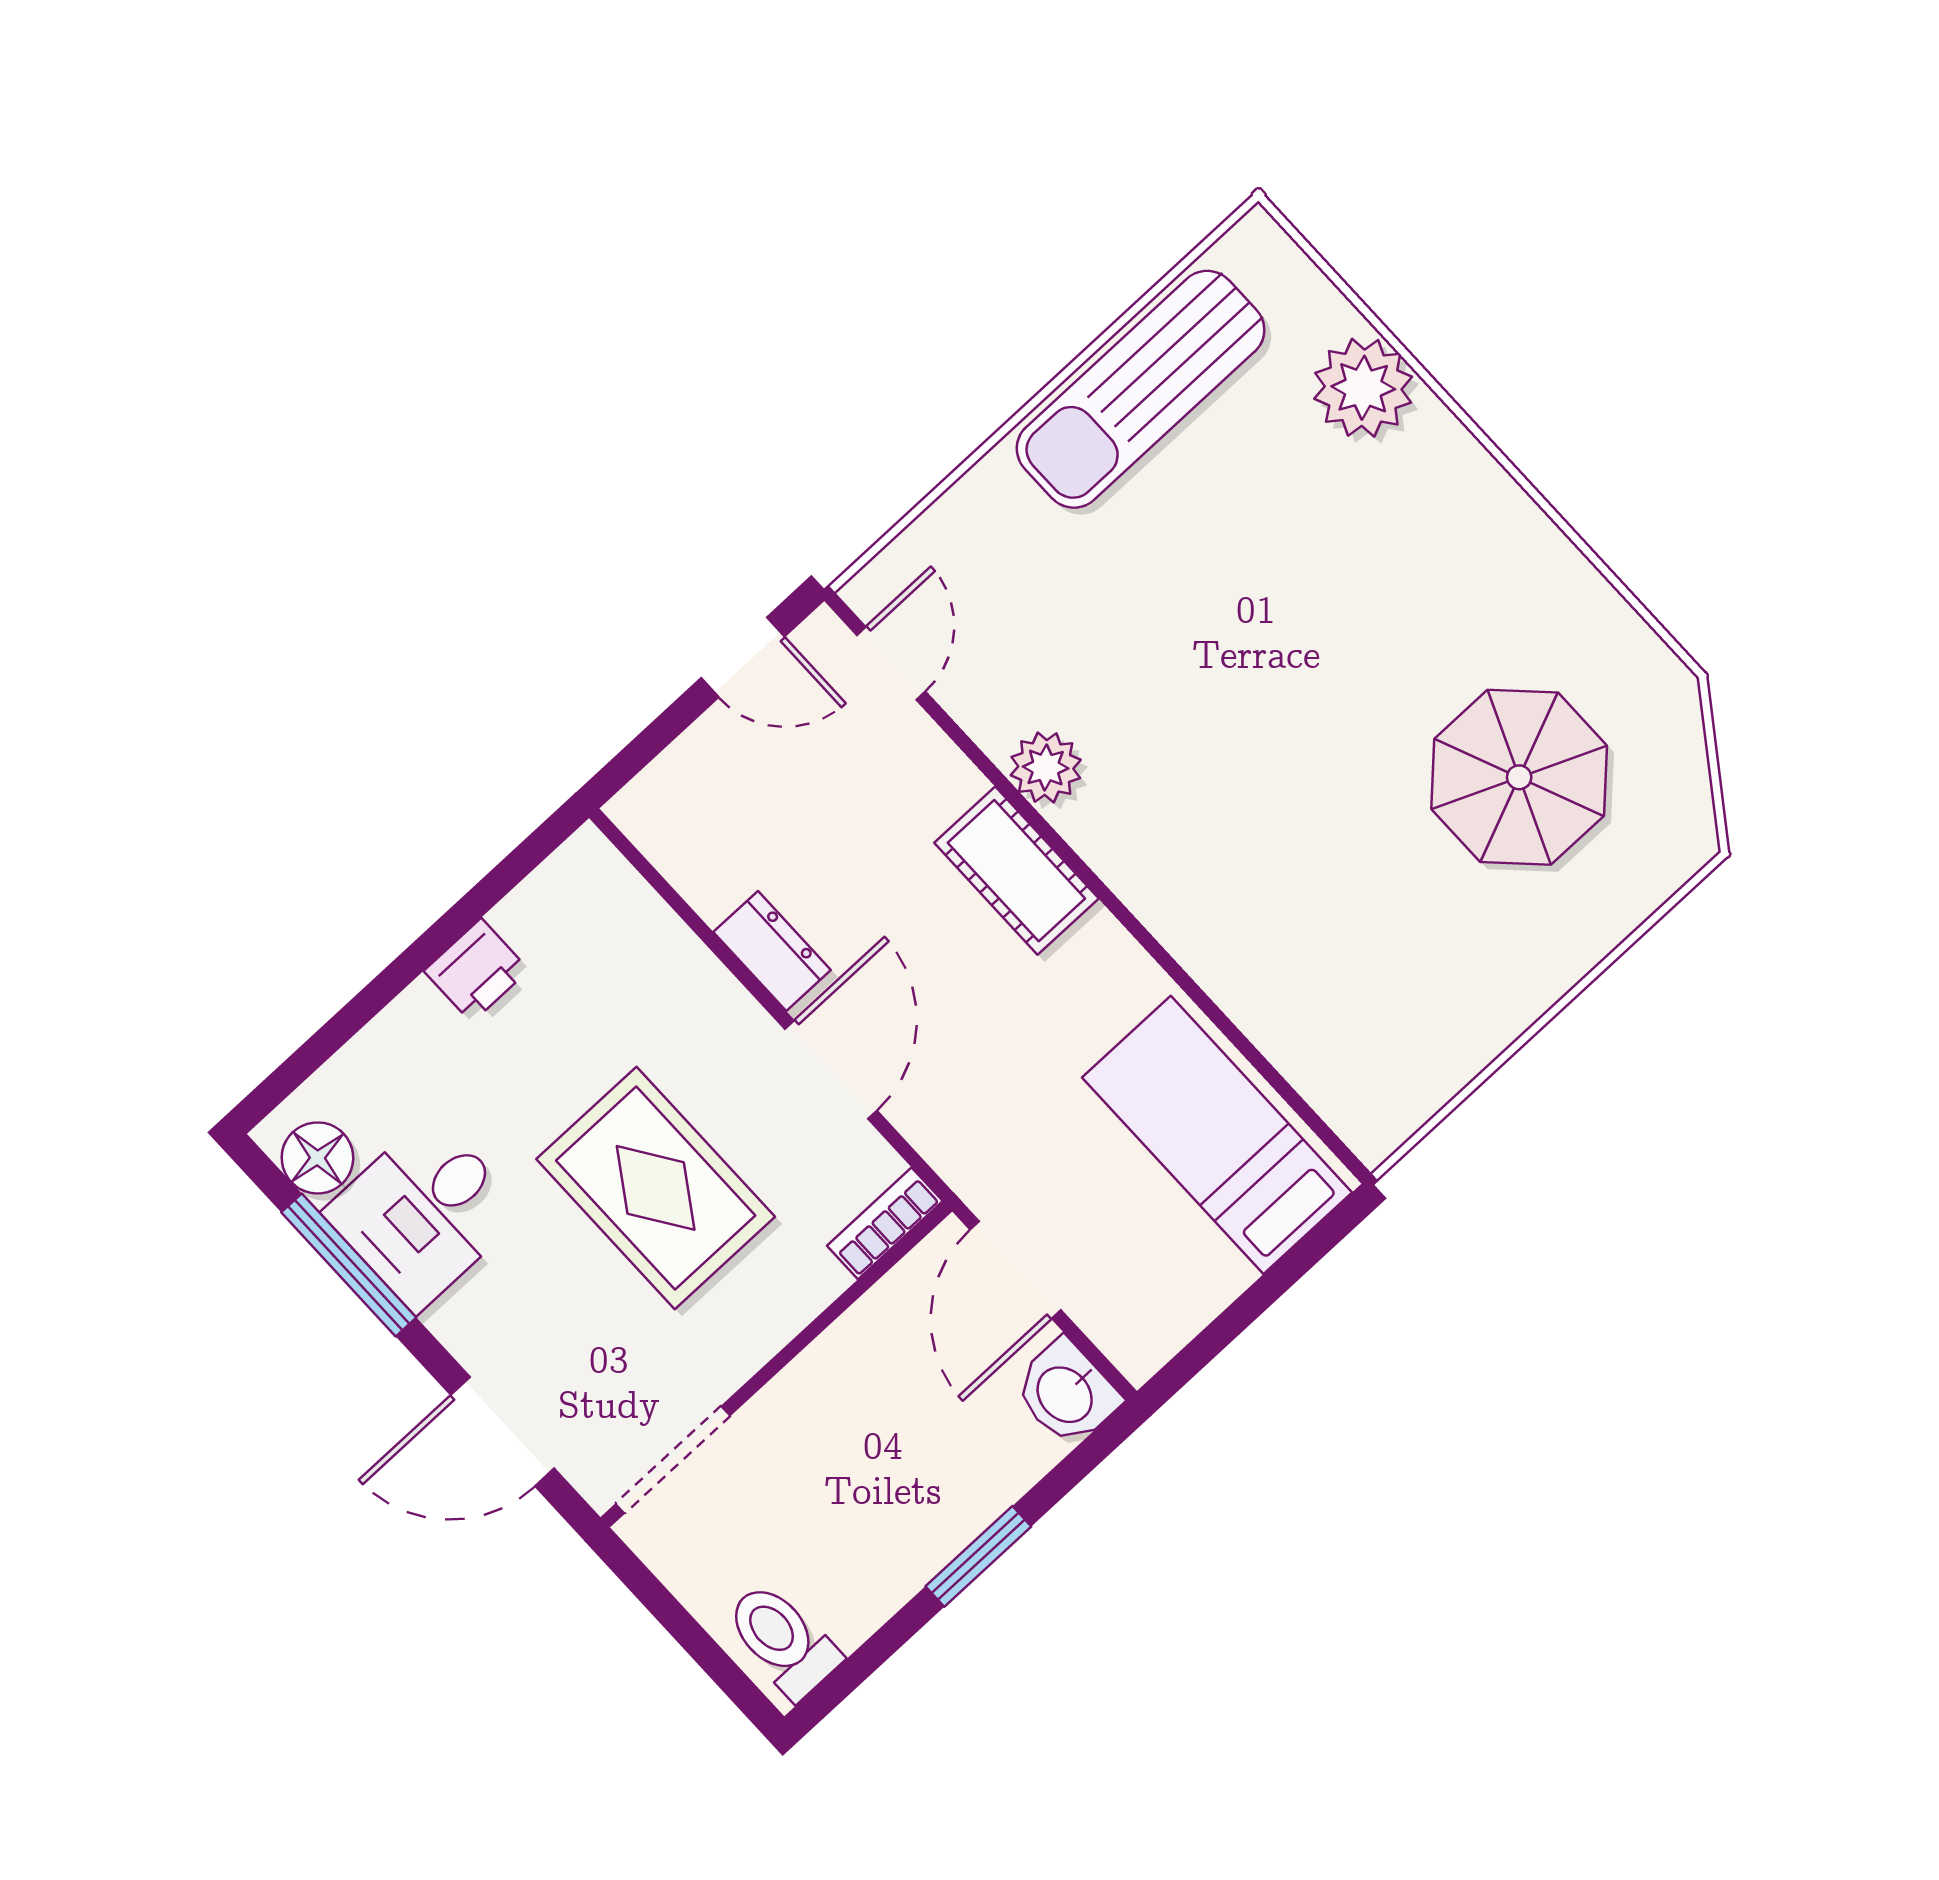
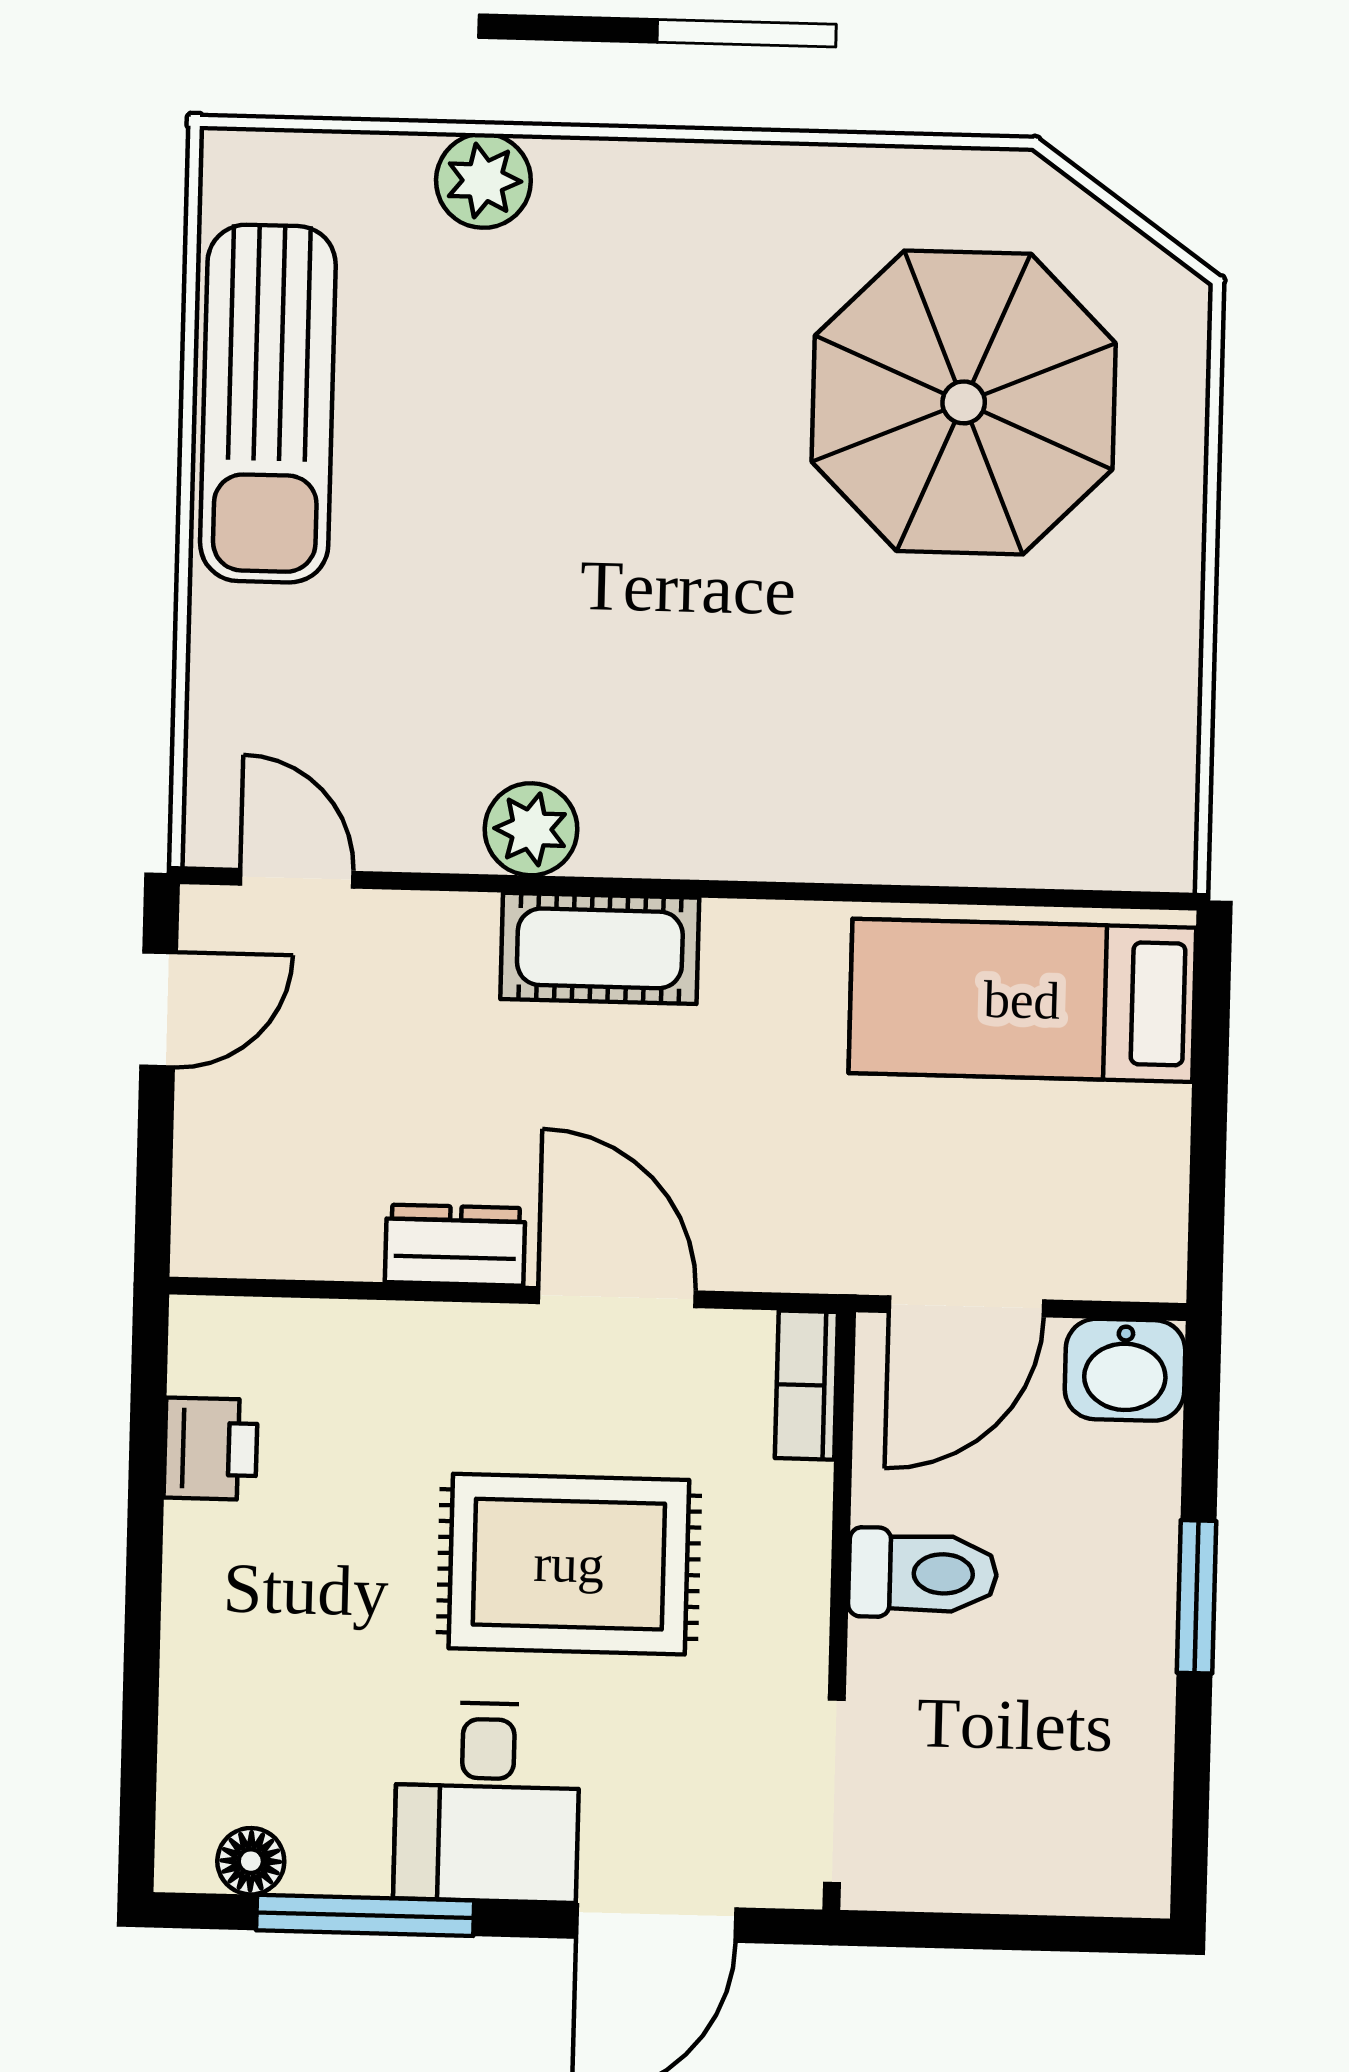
plant: (1363, 388) -> (483, 181), width x0.73, depth x0.73
parasol: (1519, 777) -> (964, 402), width x1.36, depth x1.36
printer: (476, 970) -> (211, 1449), moved
floor lamp: (317, 1158) -> (251, 1861), width x0.73, depth x0.73
desk: (424, 1213) -> (487, 1802), moved
door: (1016, 1270) -> (966, 1306), hinge flipped
toilet: (782, 1640) -> (923, 1573), moved, turned 180

